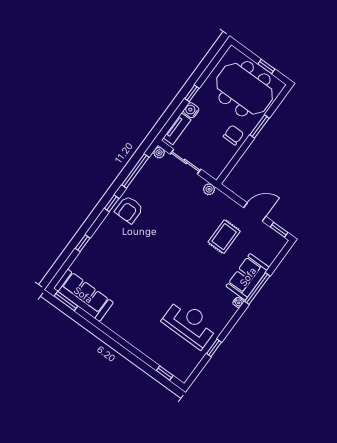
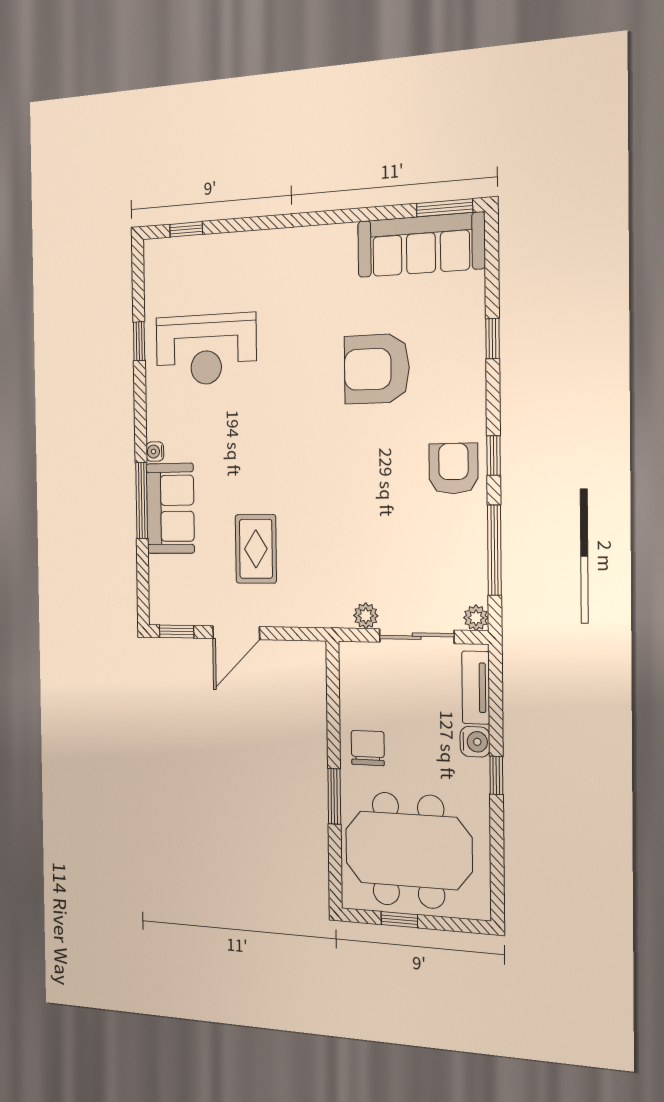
chair: (233, 135) -> (368, 748), turned 180
plant: (209, 189) -> (366, 616), moved
armchair: (131, 265) -> (377, 369), added

